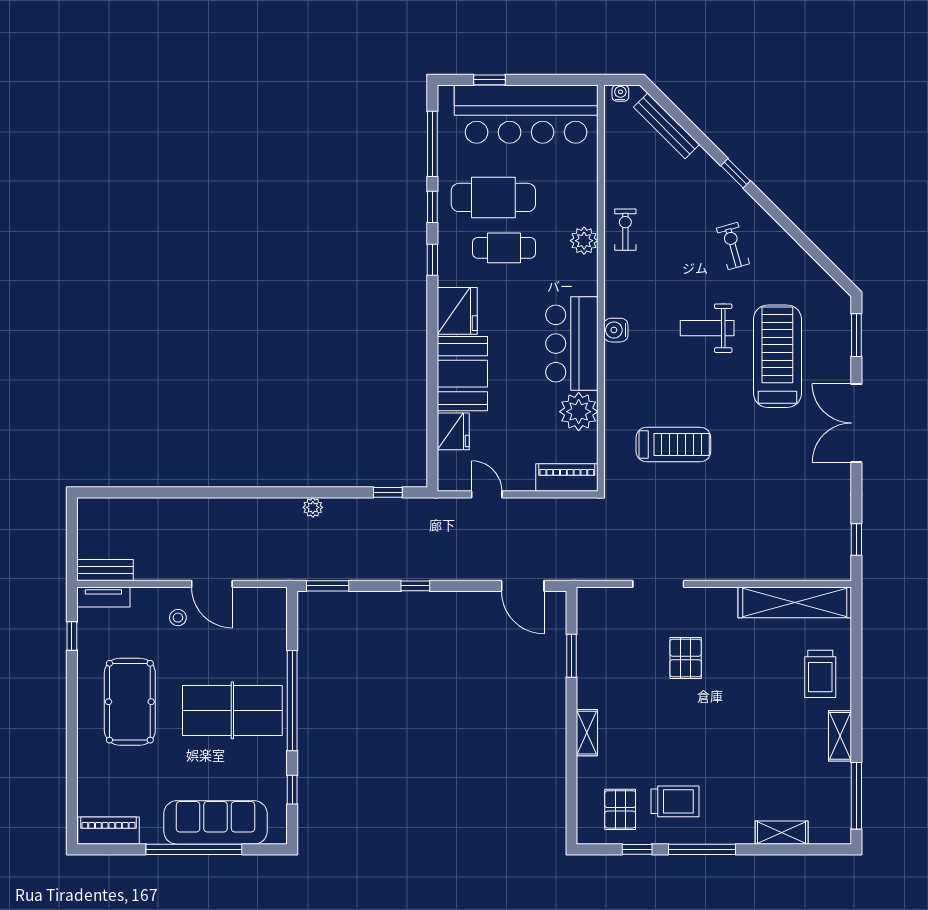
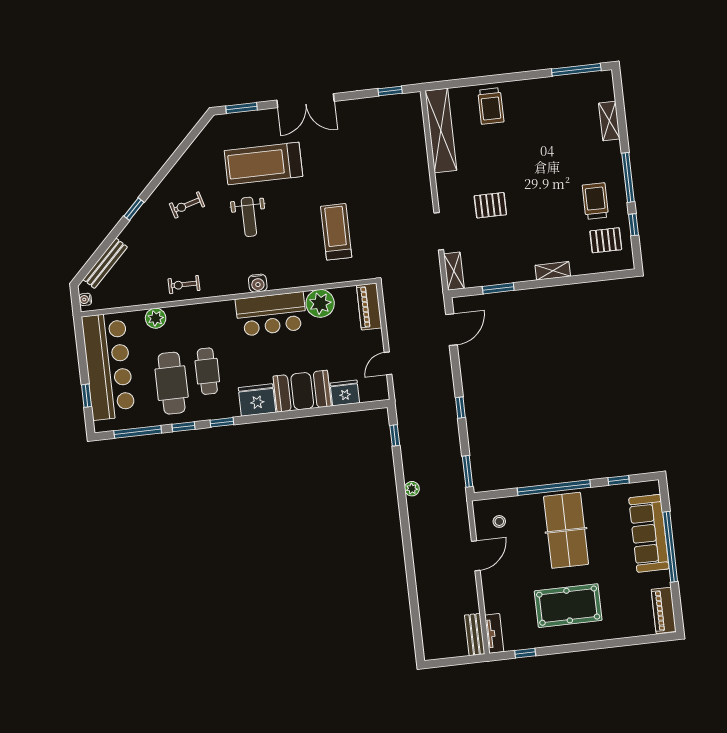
plant: (584, 241) -> (156, 318), moved
stool: (178, 618) -> (499, 521), moved
trolley: (820, 674) -> (491, 106), turned 90
shelving: (840, 736) -> (454, 271), moved, turned 90

